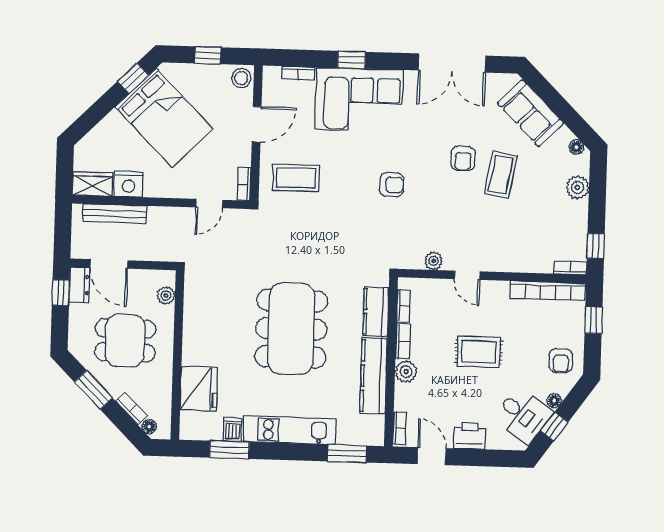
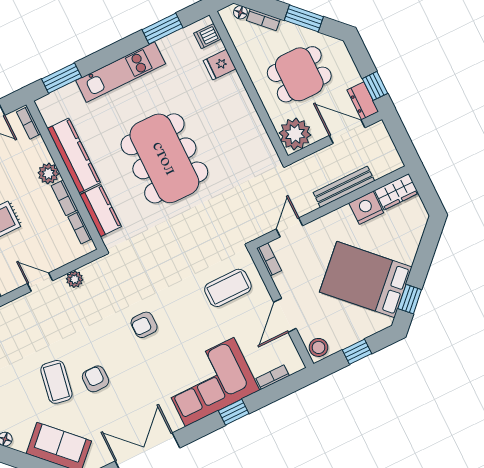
bench: (115, 214) -> (344, 187), moved
plant: (166, 295) -> (295, 134), width x1.88, depth x1.88
fridge: (199, 389) -> (220, 65), width x0.53, depth x0.75
dishwasher: (233, 430) -> (208, 36), moved, turned 90

